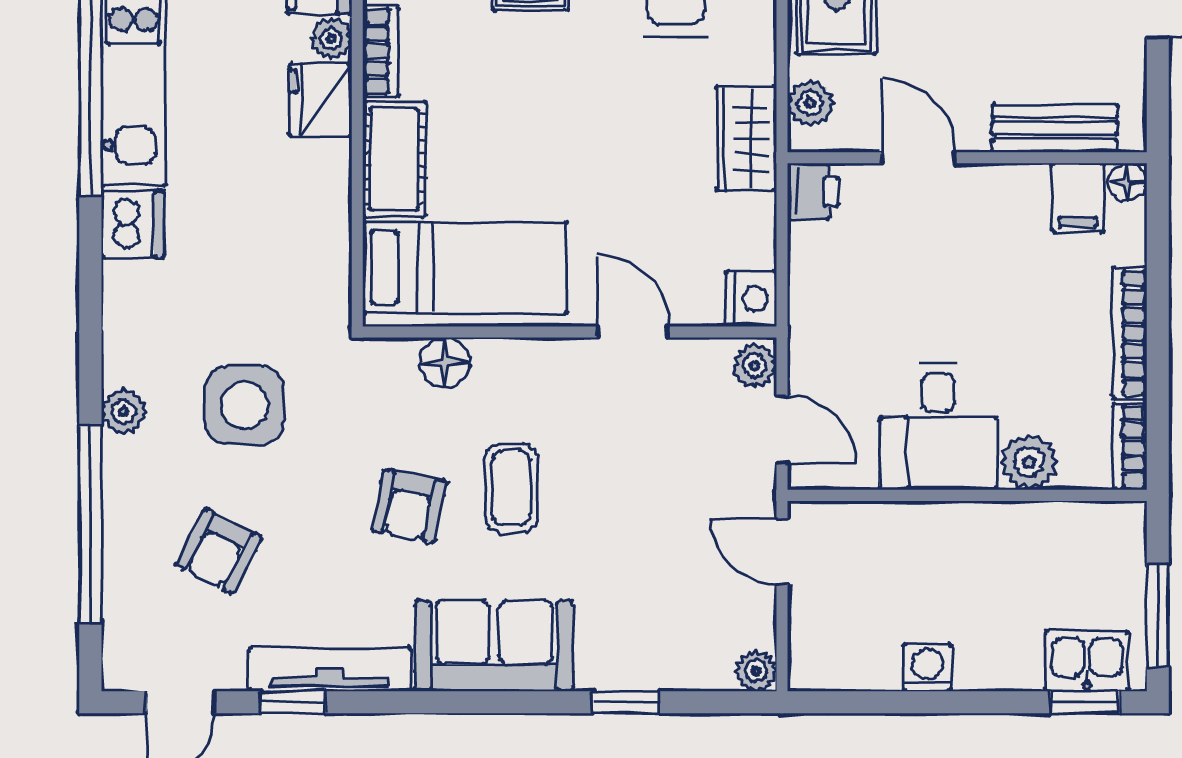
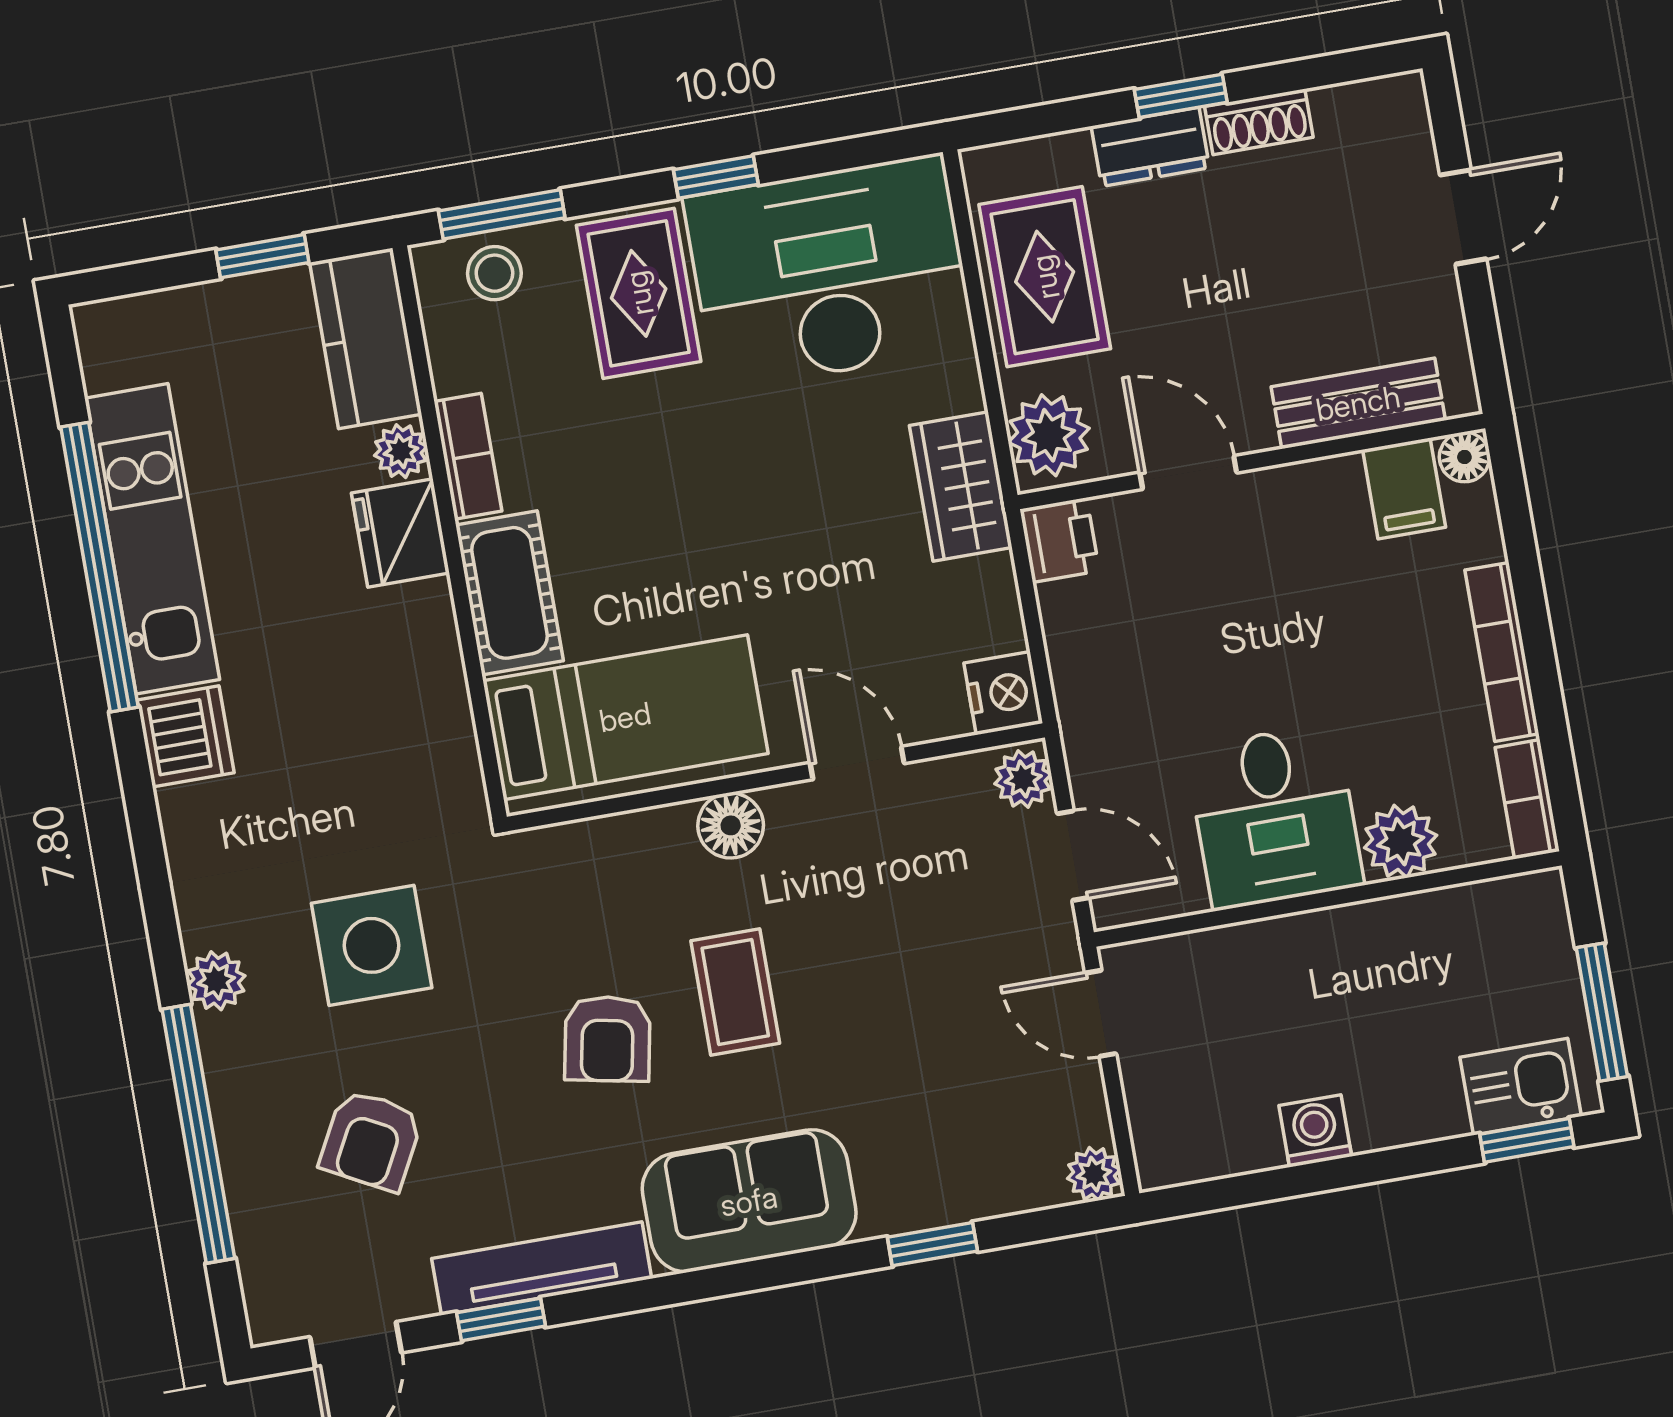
plant: (810, 103) -> (1049, 435), width x1.38, depth x1.38
floor lamp: (445, 362) -> (731, 825), moved

